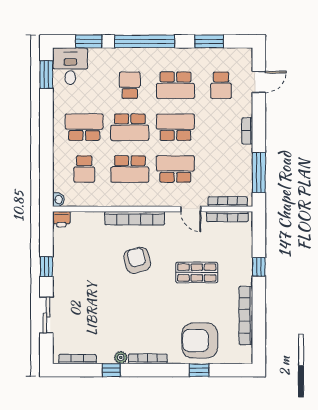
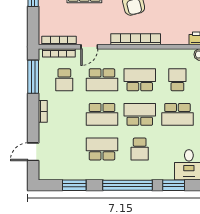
school desk: (221, 85) -> (64, 80), moved, turned 180
door: (191, 209) -> (89, 47), swing flipped

